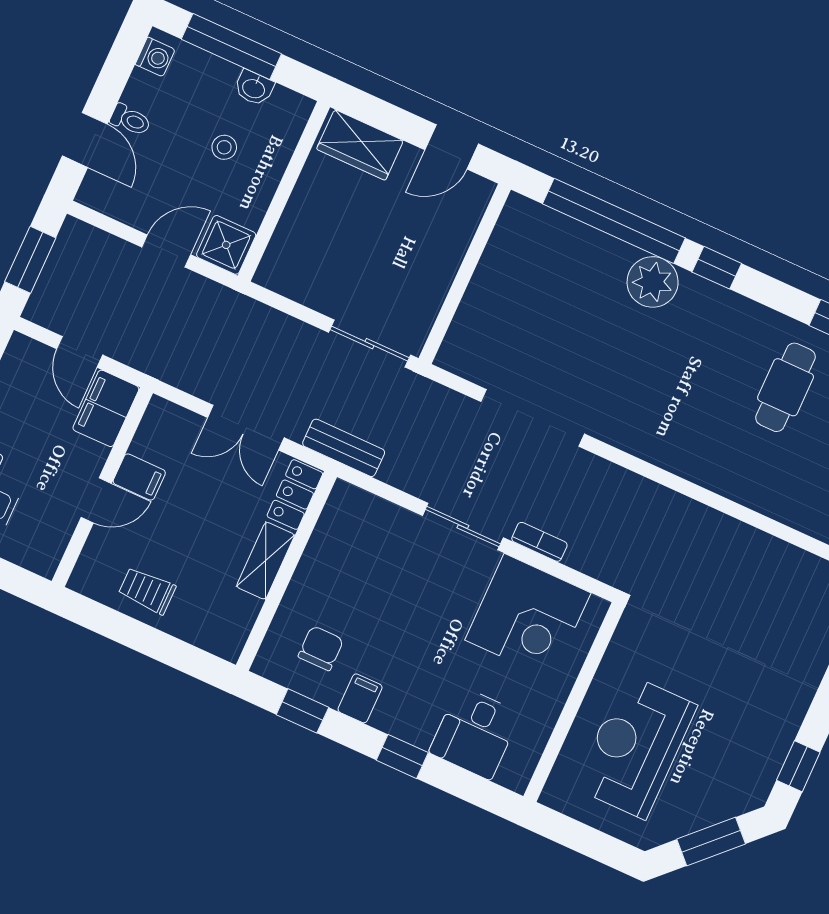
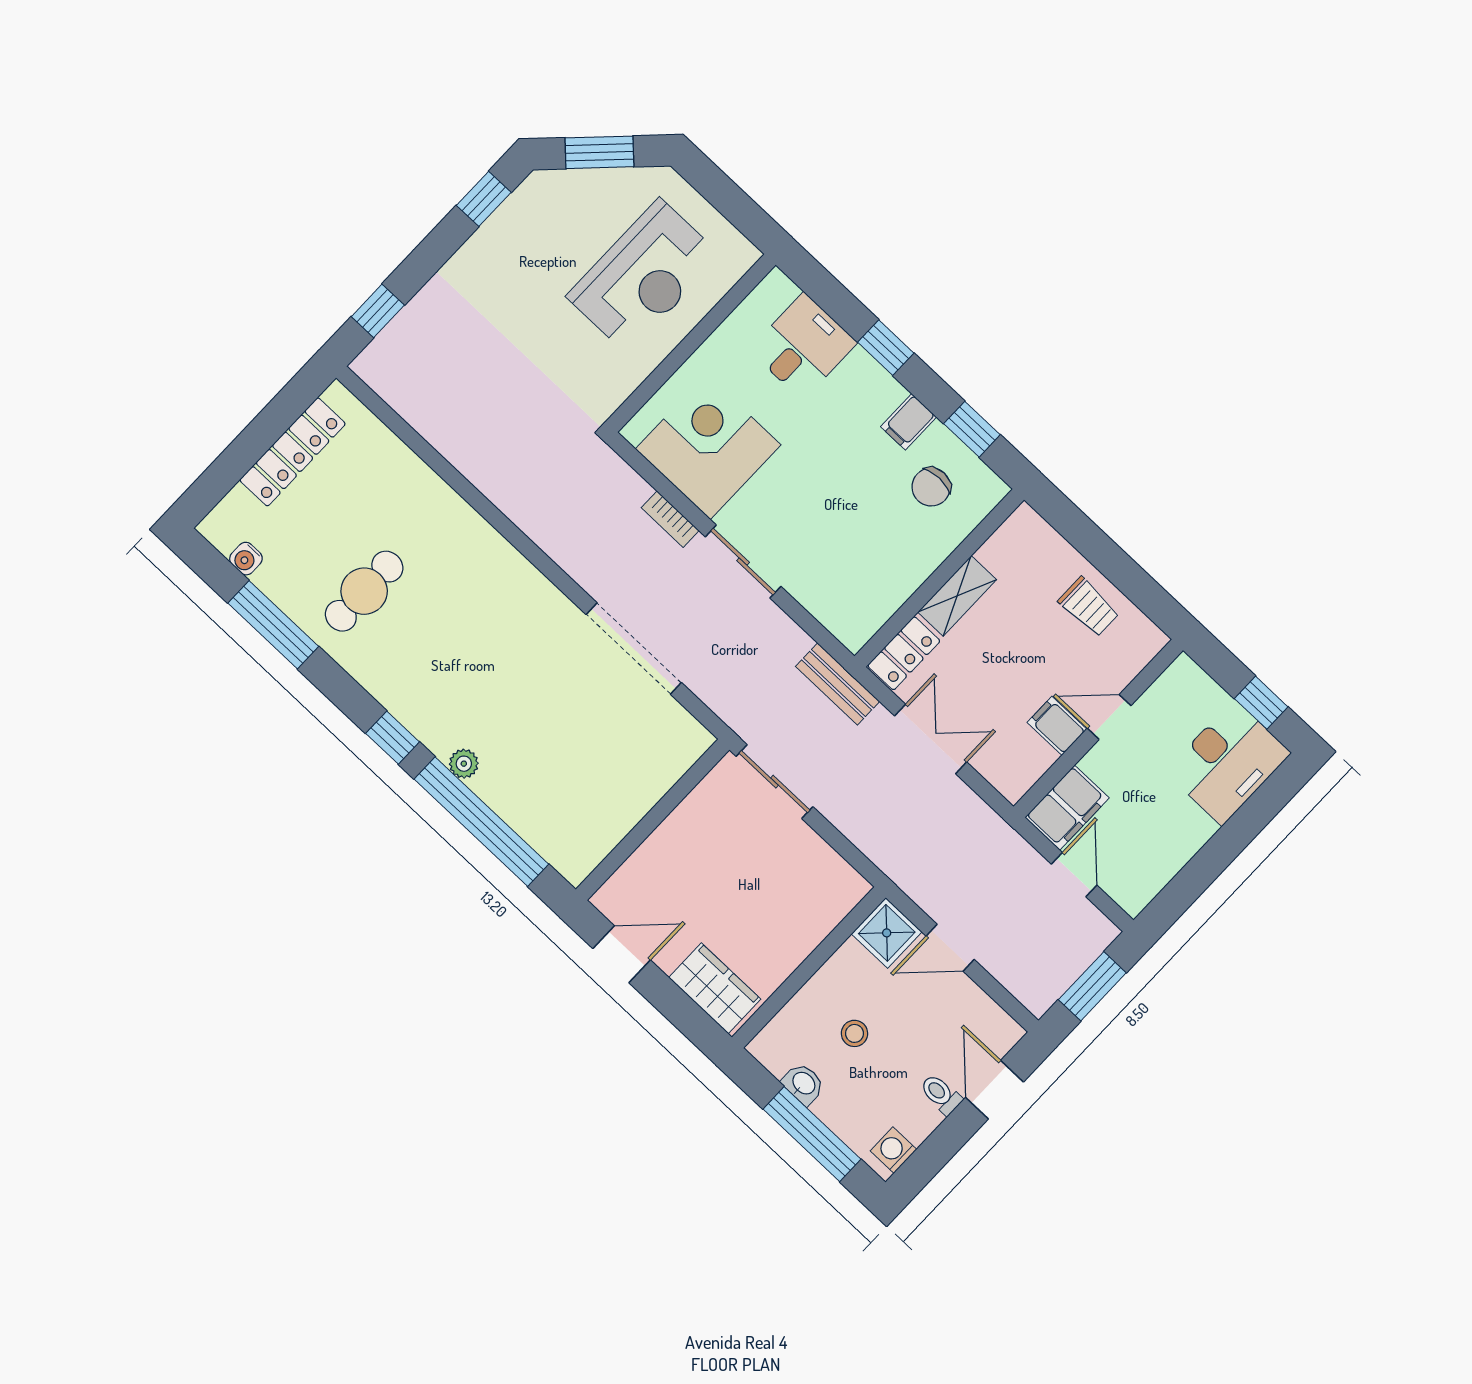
plant: (653, 282) -> (464, 764), width x0.53, depth x0.53

